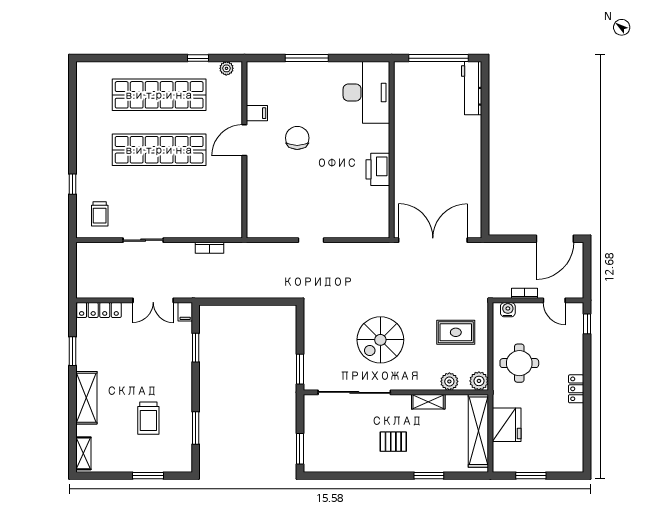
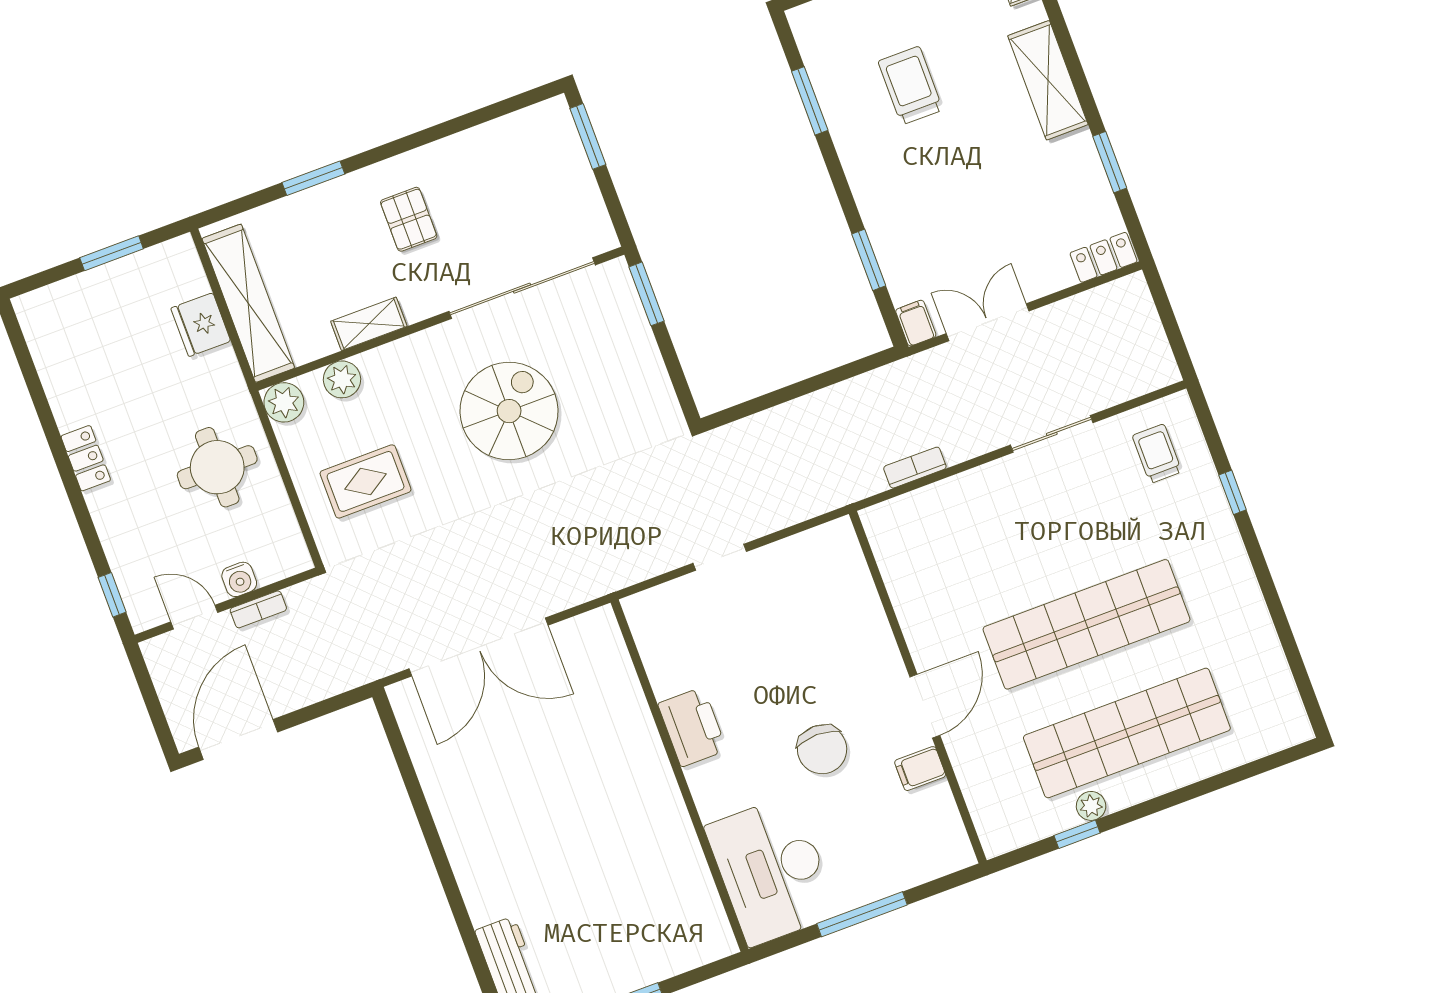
plant: (226, 68) -> (1091, 806), moved
desk: (366, 92) -> (772, 870), moved
wall: (392, 150) -> (680, 776), moved
printer: (378, 169) -> (692, 727), moved
locker: (99, 310) -> (1103, 257), width x0.66
water cooler: (508, 310) -> (239, 579), moved
fridge: (507, 425) -> (201, 325), width x0.73, depth x0.75
pallet: (393, 442) -> (409, 219), turned 90

